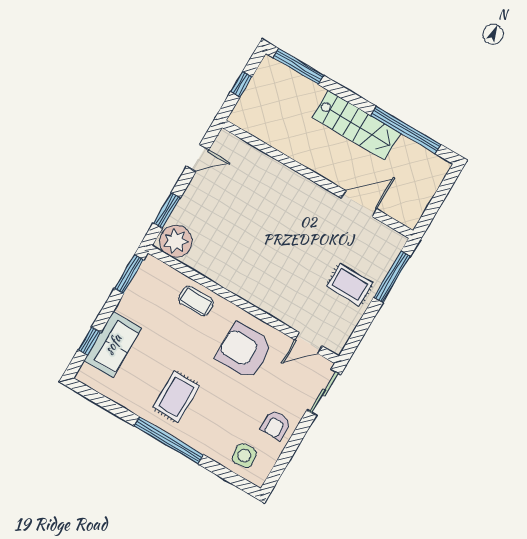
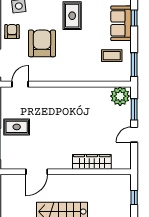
door: (198, 158) -> (134, 135), moved
wardrobe: (272, 171) -> (92, 162), added
coffee table: (196, 301) -> (112, 56), moved
armchair: (244, 351) -> (42, 43), moved, turned -90

